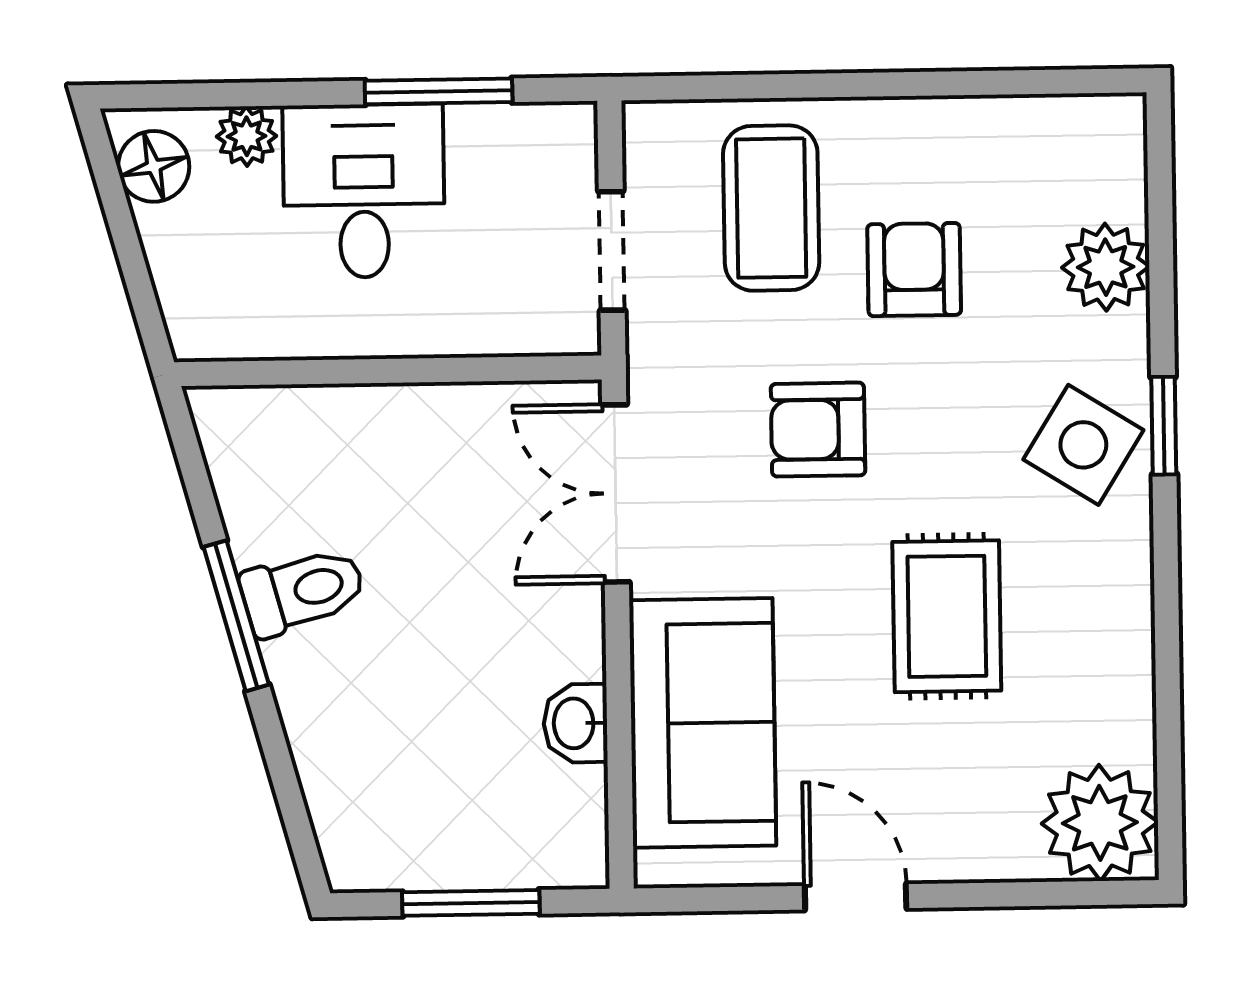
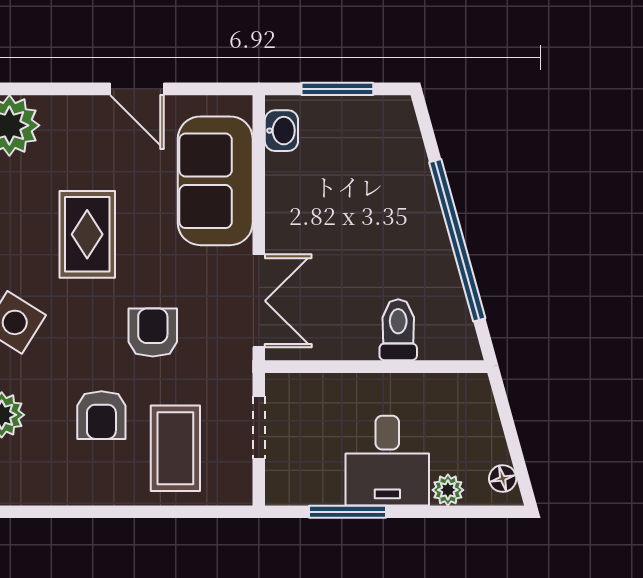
floor lamp: (154, 166) -> (503, 479), width x0.73, depth x0.73
armchair: (818, 430) -> (153, 333), turned -90
toilet: (303, 591) -> (398, 330), moved, turned 105
window: (236, 616) -> (457, 240), width x2.11
washbasin: (576, 723) -> (281, 131), moved

